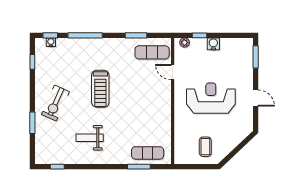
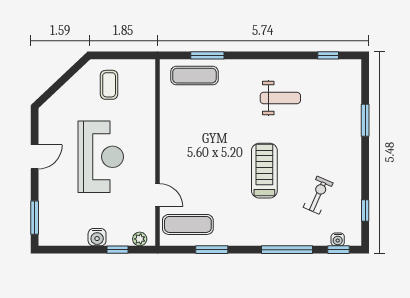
reception desk: (211, 98) -> (101, 157), turned -90
door: (256, 98) -> (35, 157), swing flipped
exercise bike: (55, 103) -> (318, 195), moved, width x0.73, depth x0.72

